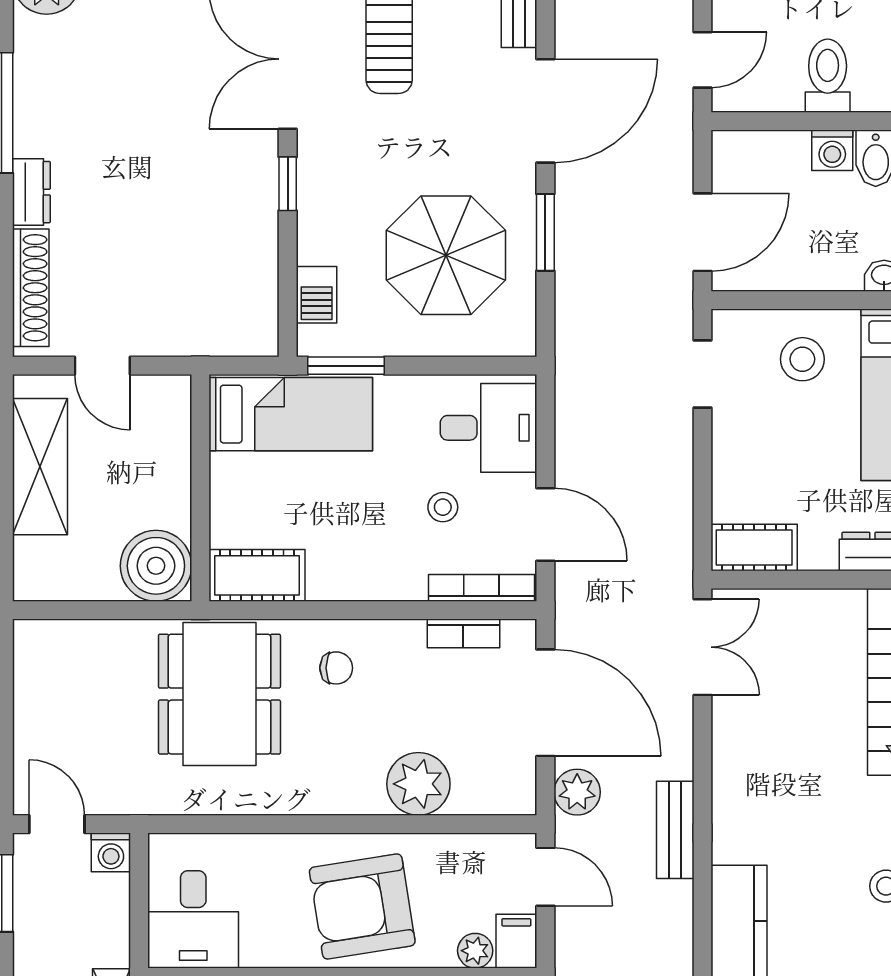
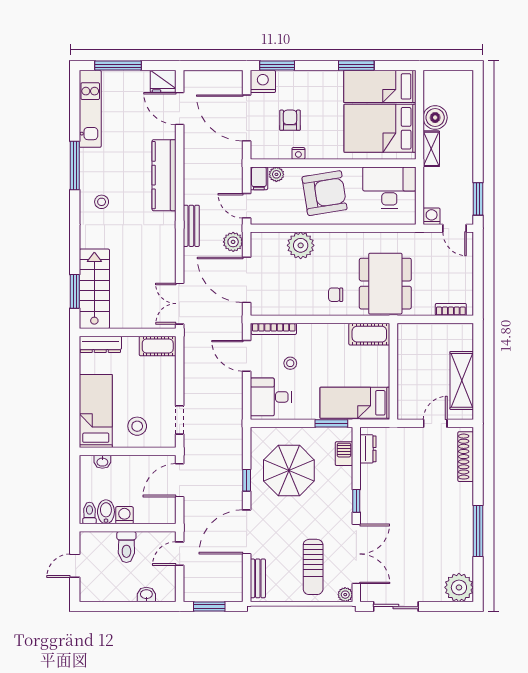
dresser: (31, 192) -> (368, 449), moved, turned 180
window: (545, 232) -> (247, 480), width x0.67
door: (102, 366) -> (435, 423), hinge flipped
boiler: (156, 566) -> (412, 338), removed
bookcase: (463, 633) -> (451, 309), moved
desk: (193, 919) -> (389, 188), width x1.37

